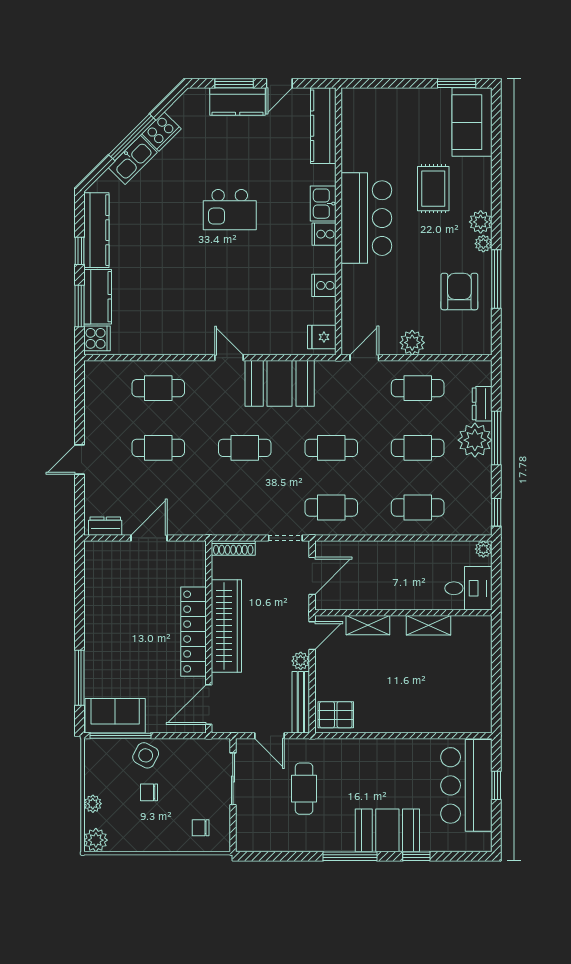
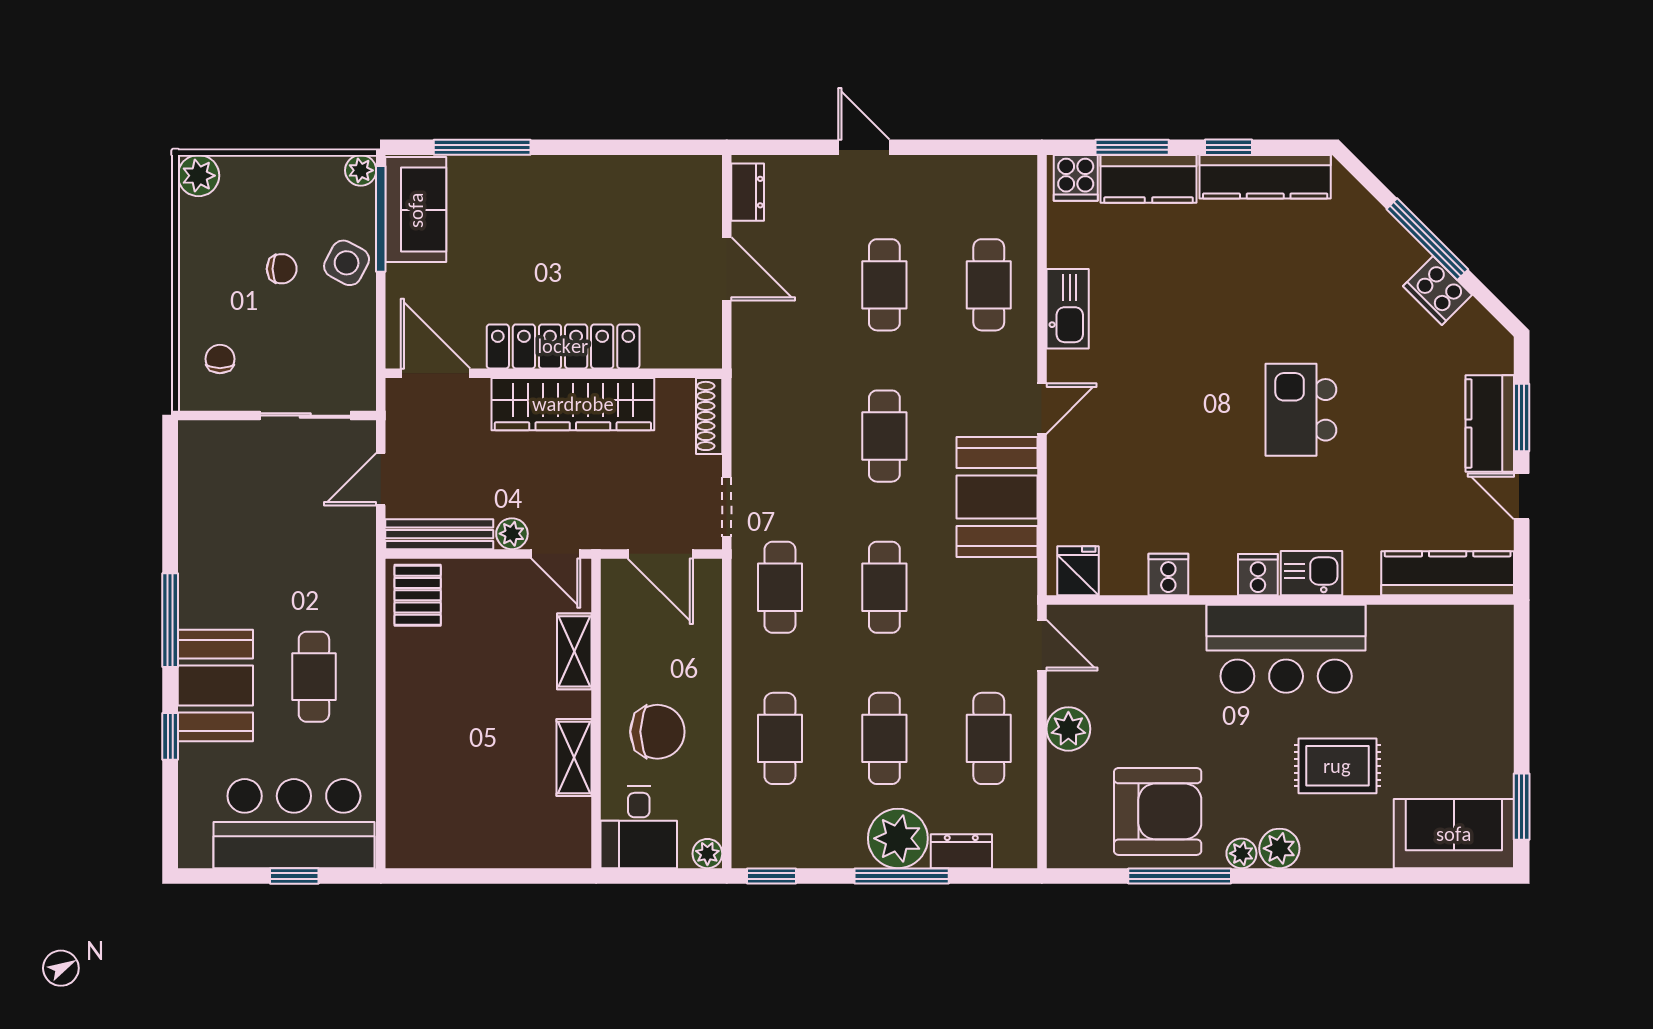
kitchen sink: (133, 160) -> (1068, 309), moved, turned -135
armchair: (459, 292) -> (1158, 811), width x1.36, depth x1.36
chair: (414, 578) -> (657, 732), added
cafe table: (304, 789) -> (314, 677), moved, turned 90
chair: (149, 792) -> (282, 269), turned 90
plant: (93, 804) -> (361, 170), moved

